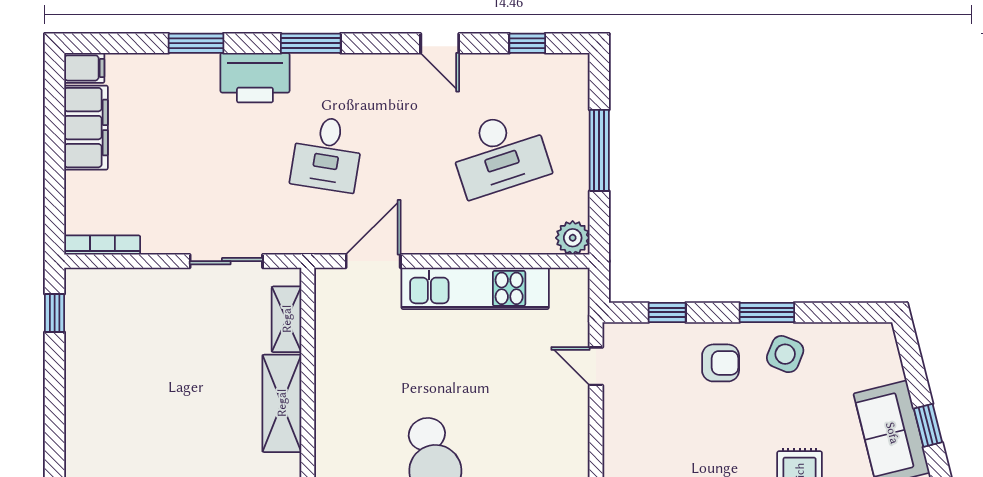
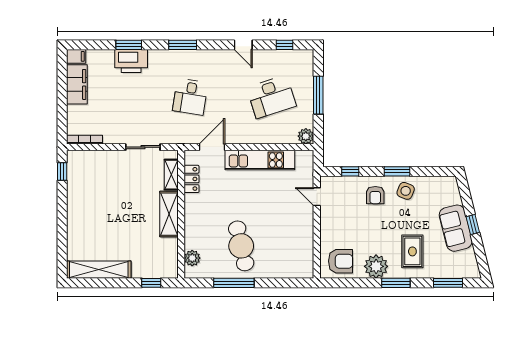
printer: (255, 78) -> (131, 61), moved
locker: (330, 329) -> (192, 179), added
armchair: (721, 363) -> (375, 195), turned 90

